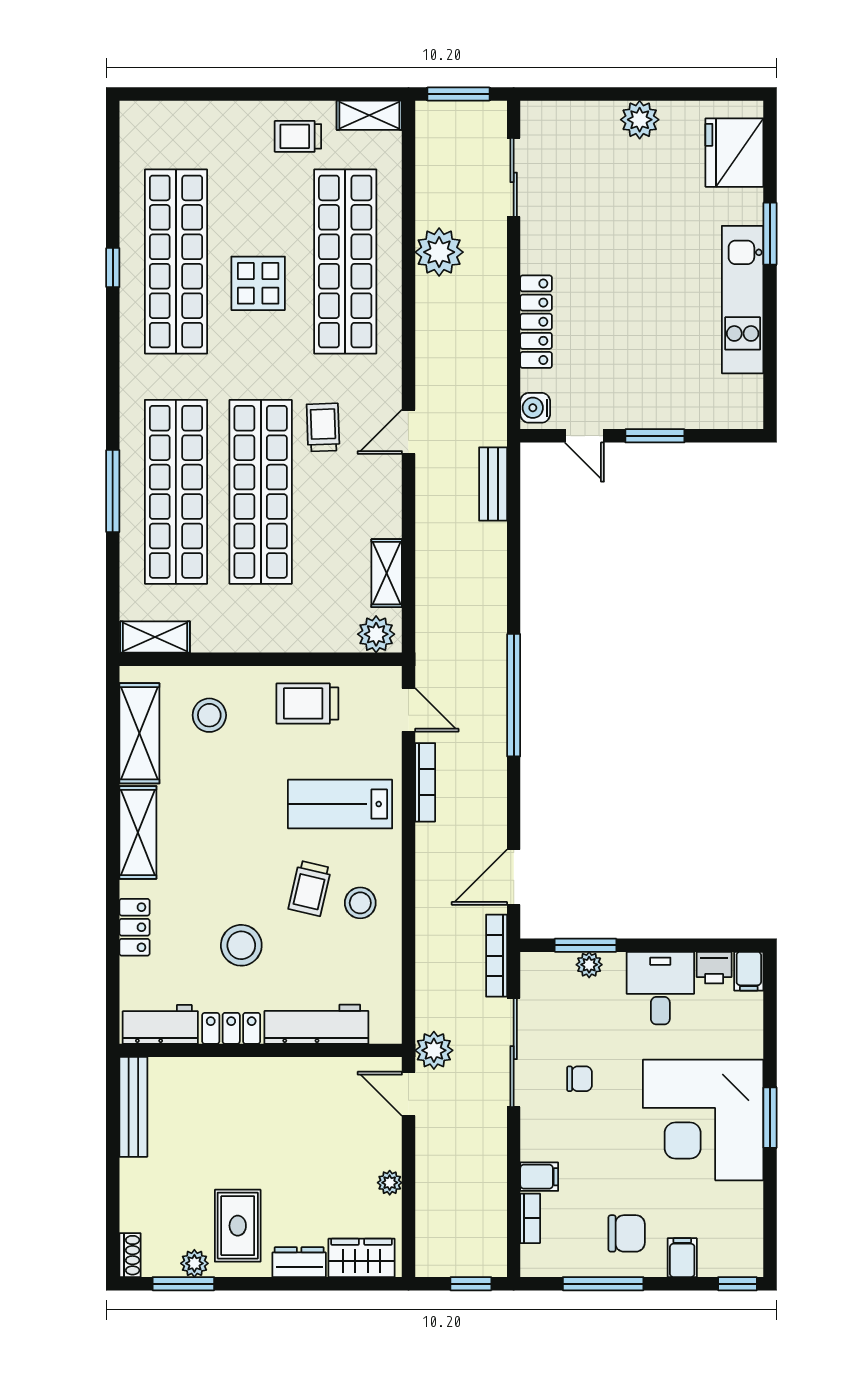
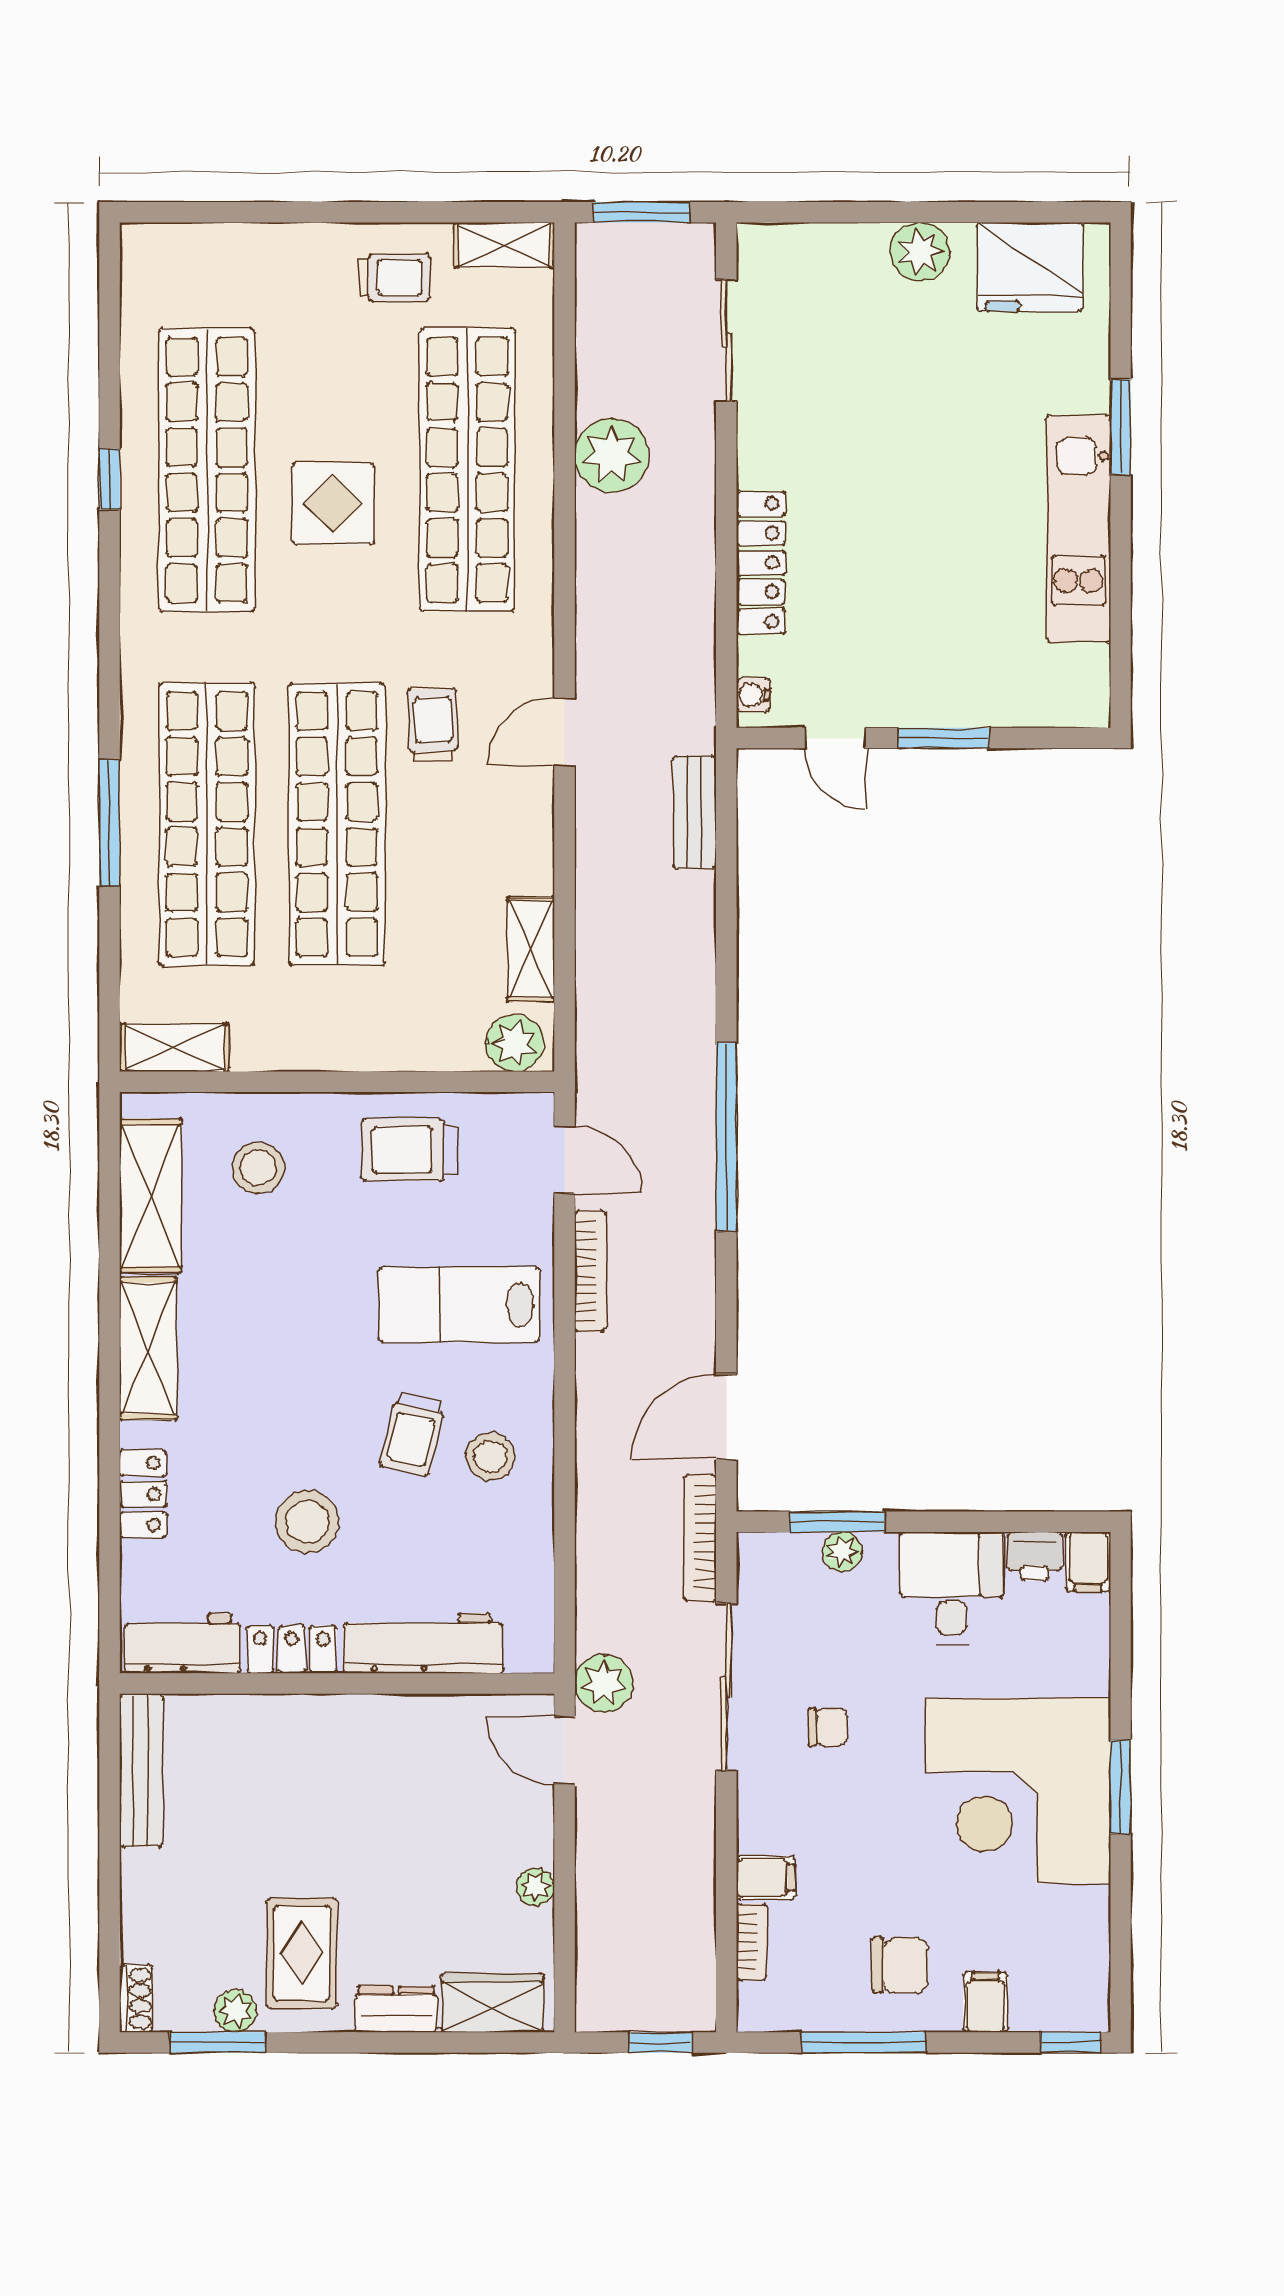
trolley: (298, 136) -> (394, 277), turned 180
fridge: (734, 153) -> (1030, 267), moved, turned -90
water cooler: (535, 408) -> (753, 695), width x0.72, depth x0.72

